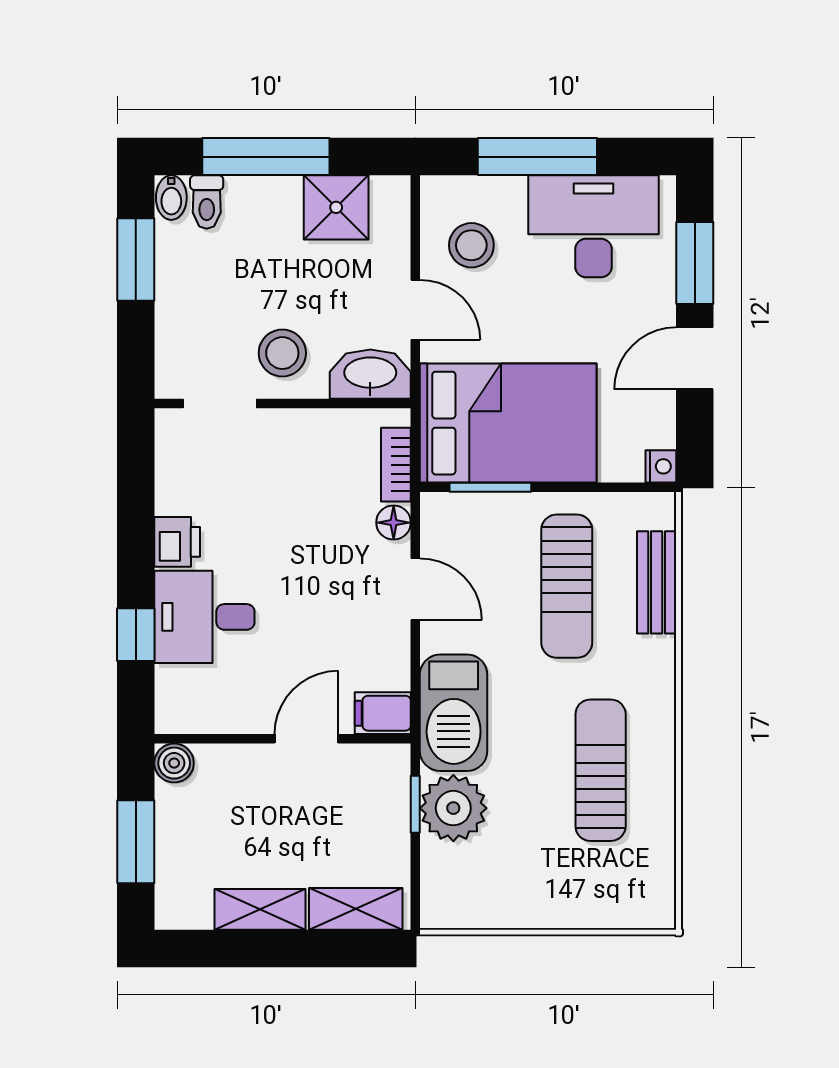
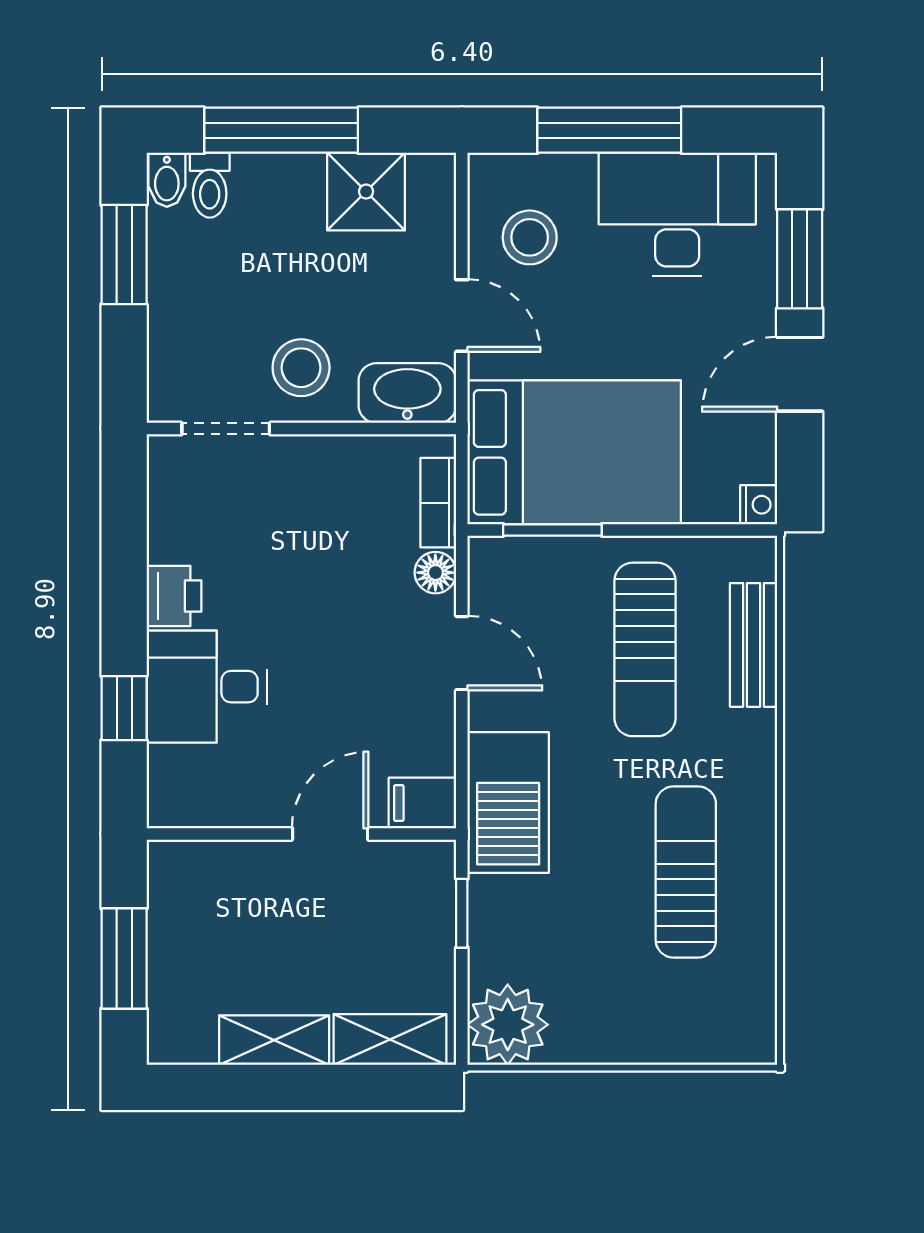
boiler: (174, 763) -> (170, 863), removed
plant: (453, 808) -> (508, 1025), moved

